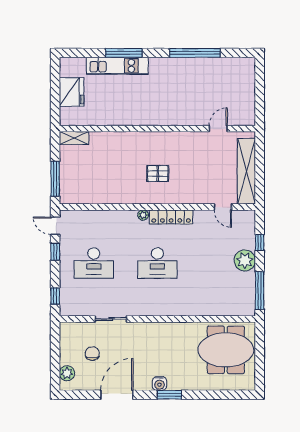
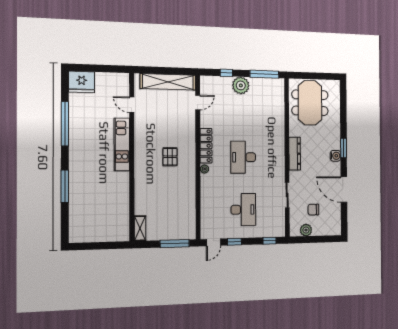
kitchen unit: (117, 66) -> (122, 144), moved, turned 180
fridge: (72, 92) -> (82, 82), moved, turned 180
desk: (157, 263) -> (243, 157), turned 180
dresser: (162, 329) -> (295, 154), added
plant: (67, 373) -> (306, 230), moved

